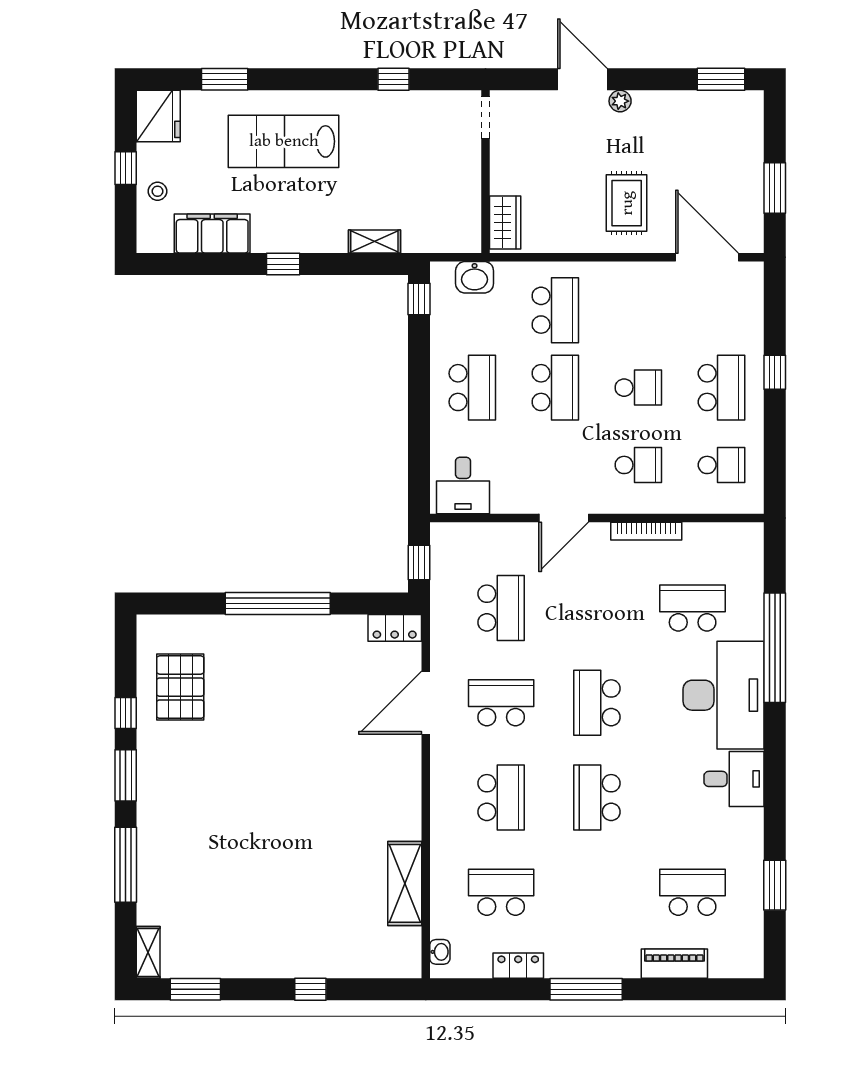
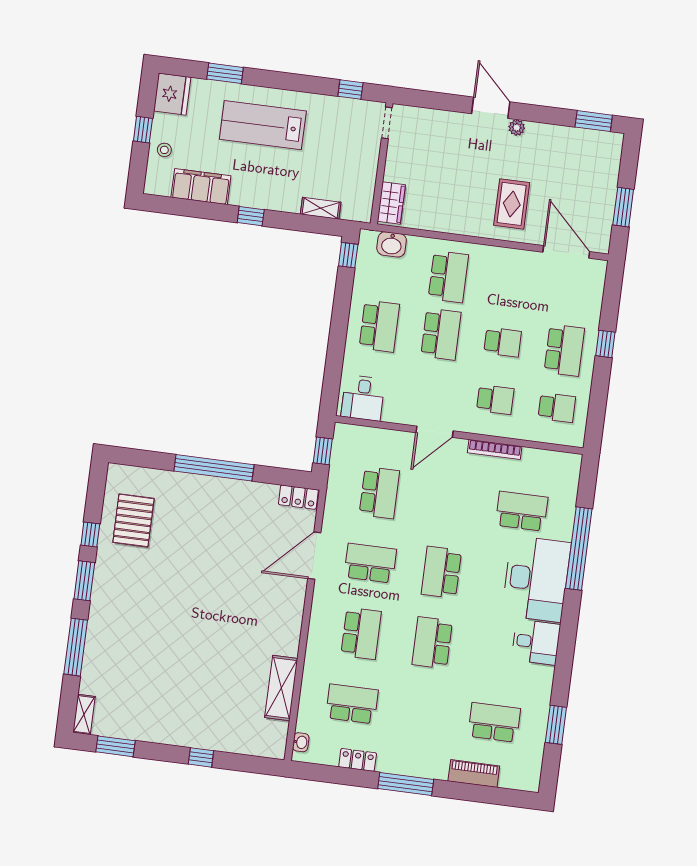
doorway: (486, 117) -> (387, 123), moved
wall: (486, 172) -> (382, 163), moved
wardrobe: (505, 222) -> (391, 203), moved

